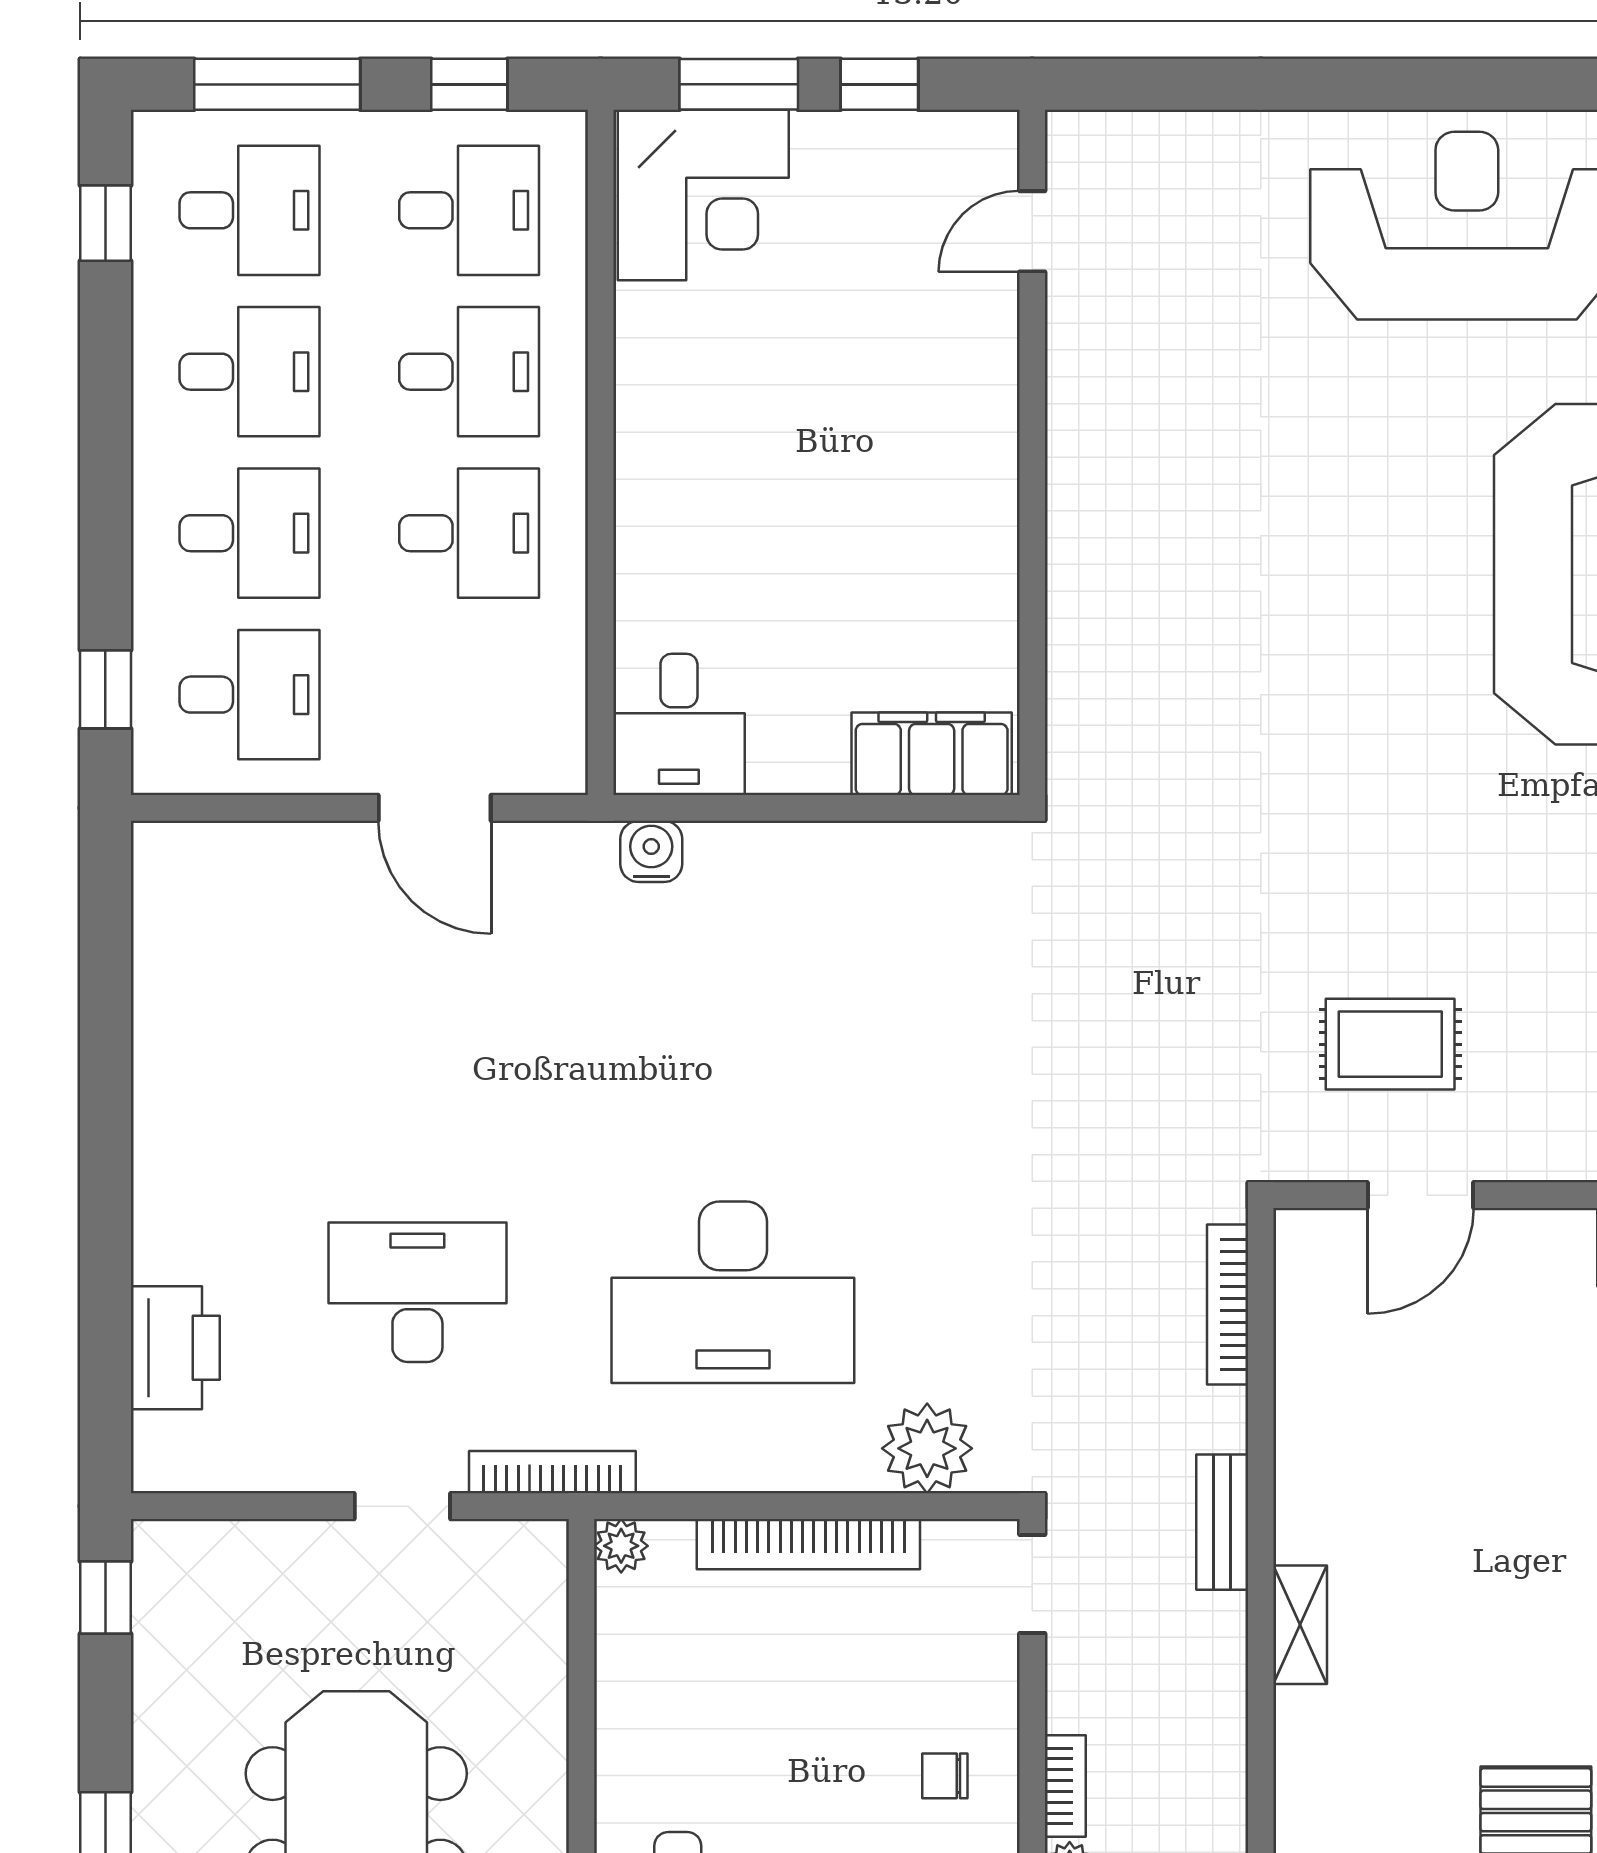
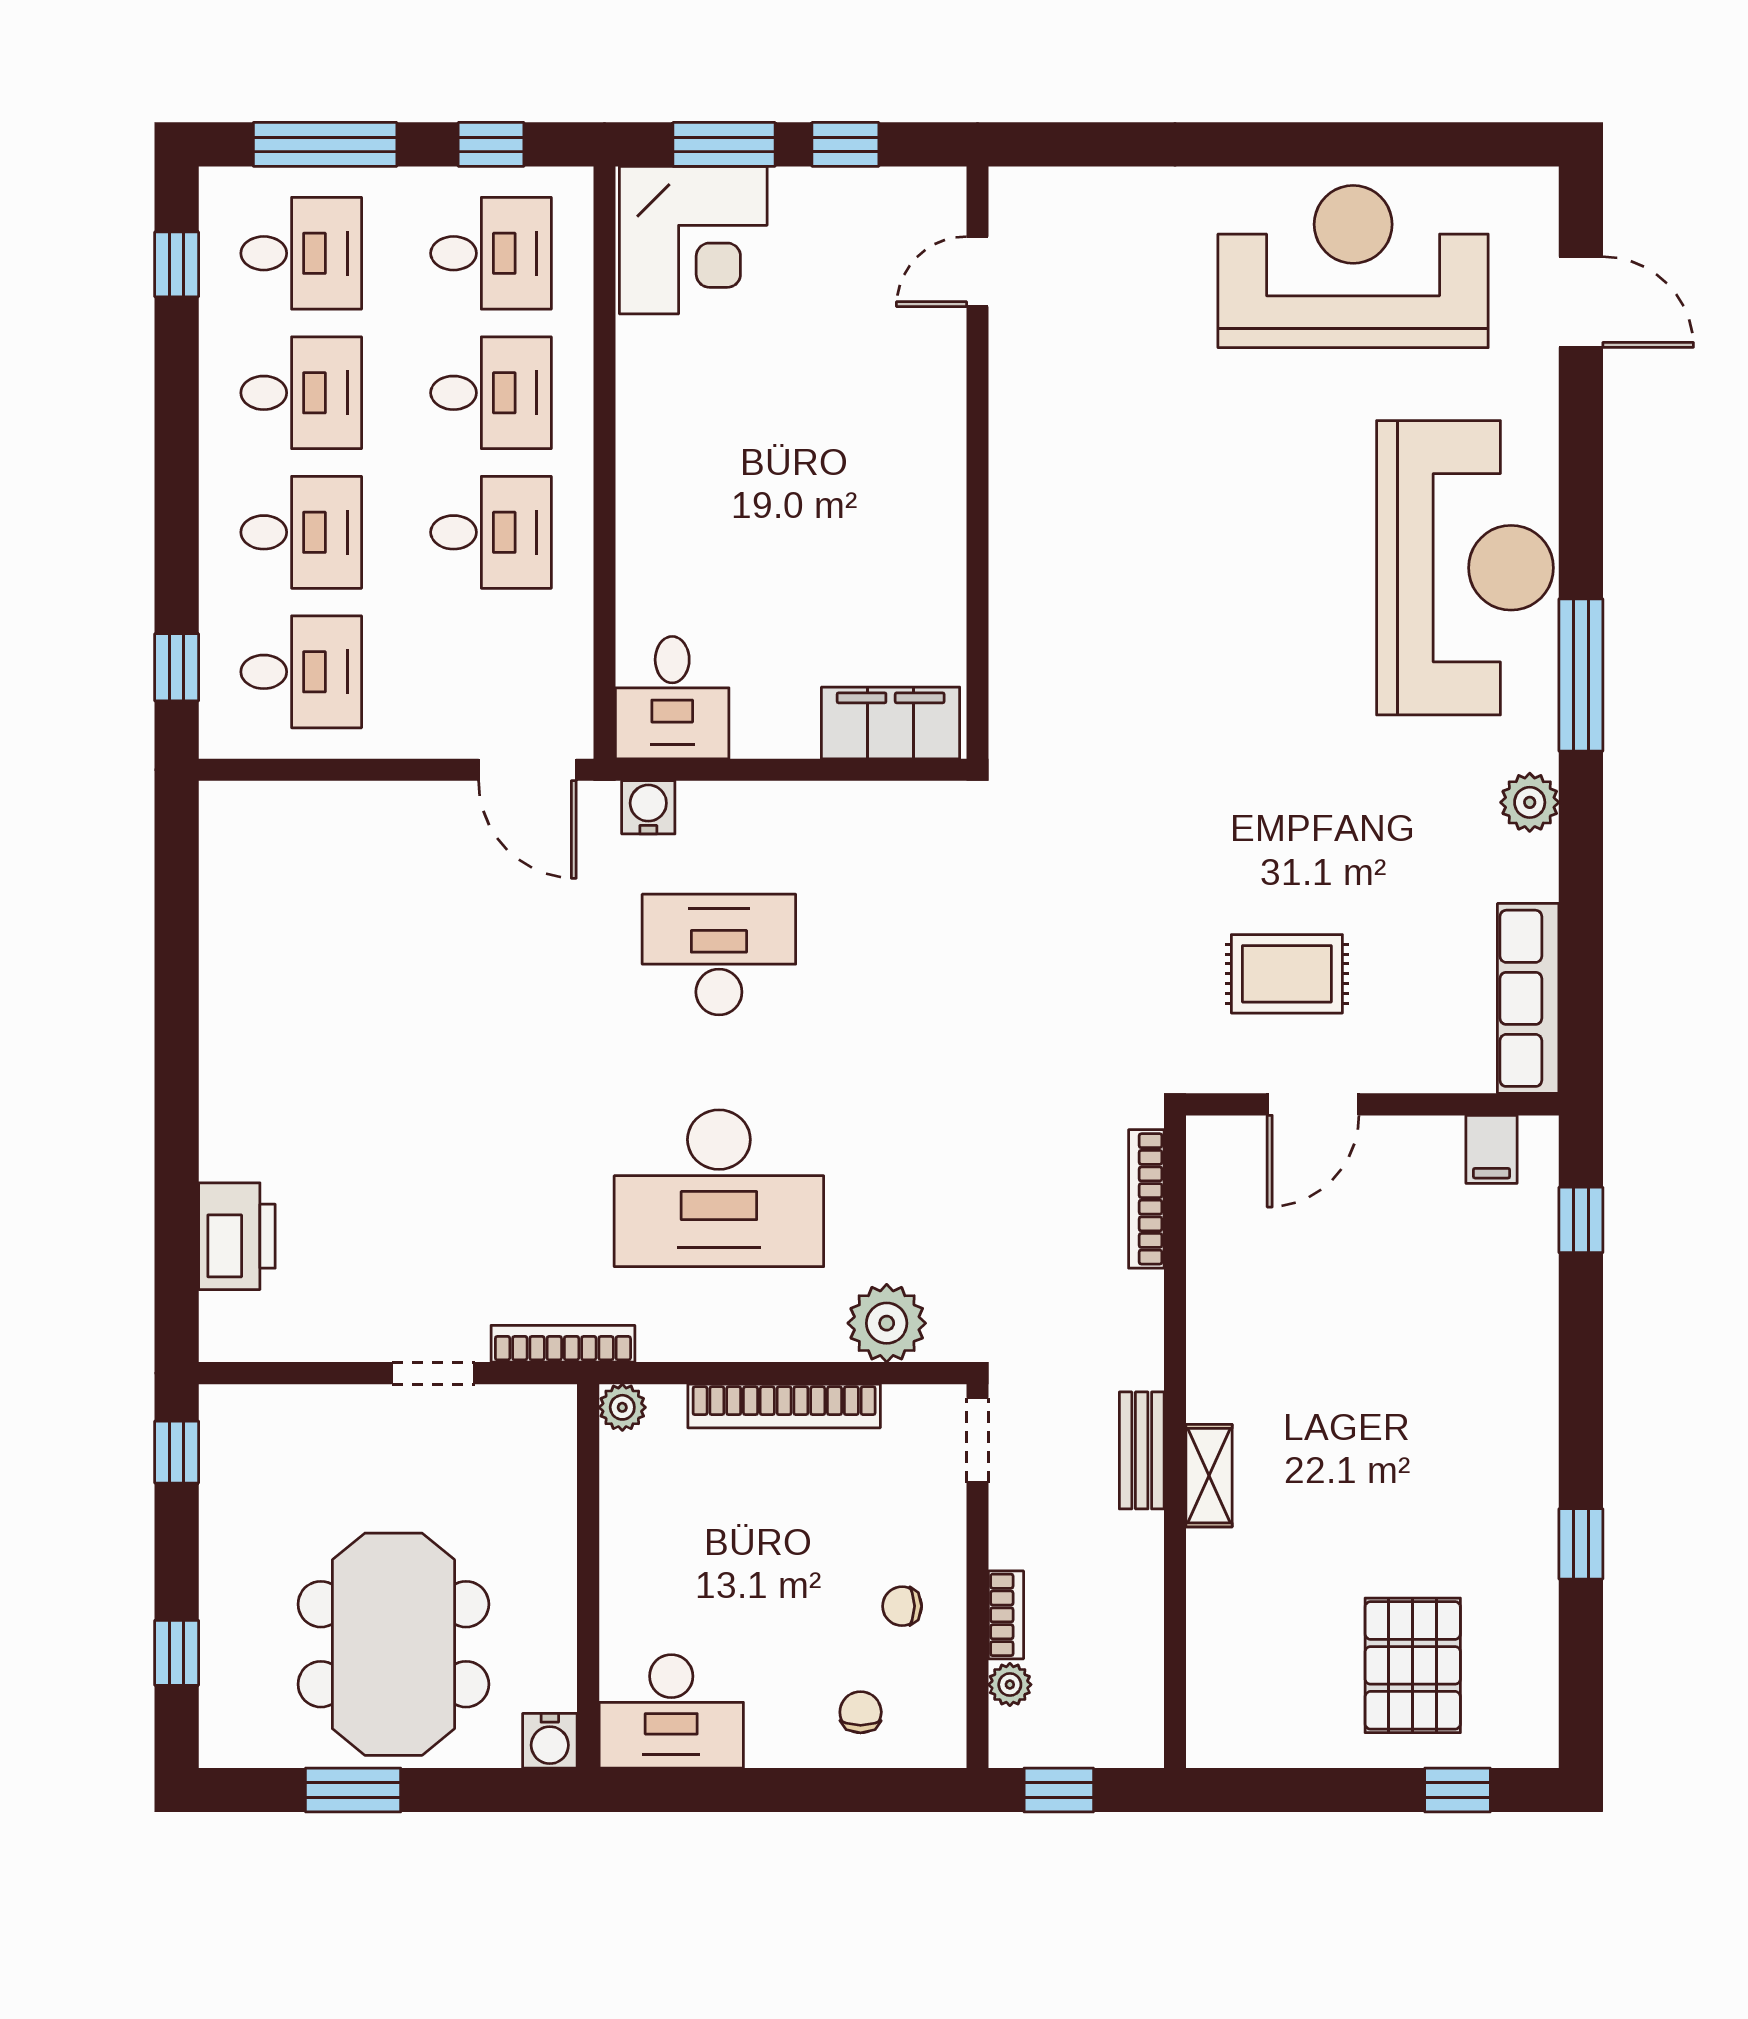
door: (435, 808) -> (527, 770), moved
desk: (417, 1292) -> (719, 955), moved
bench: (1222, 1522) -> (1142, 1450), moved

